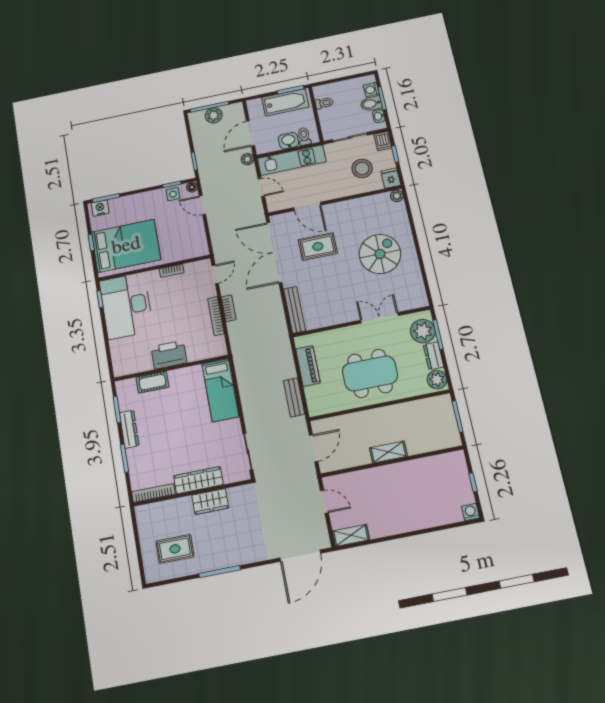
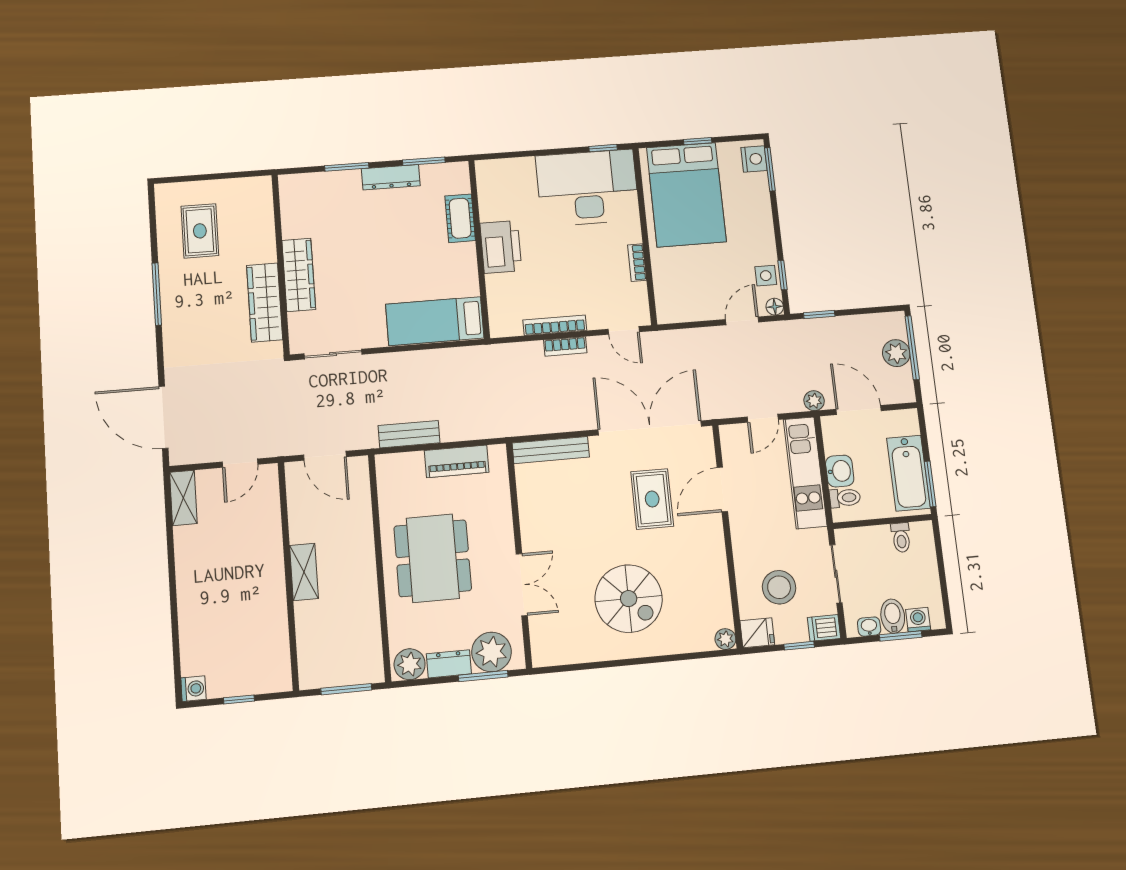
bookcase: (153, 493) -> (288, 206), removed
wardrobe: (210, 502) -> (265, 303), width x1.50

